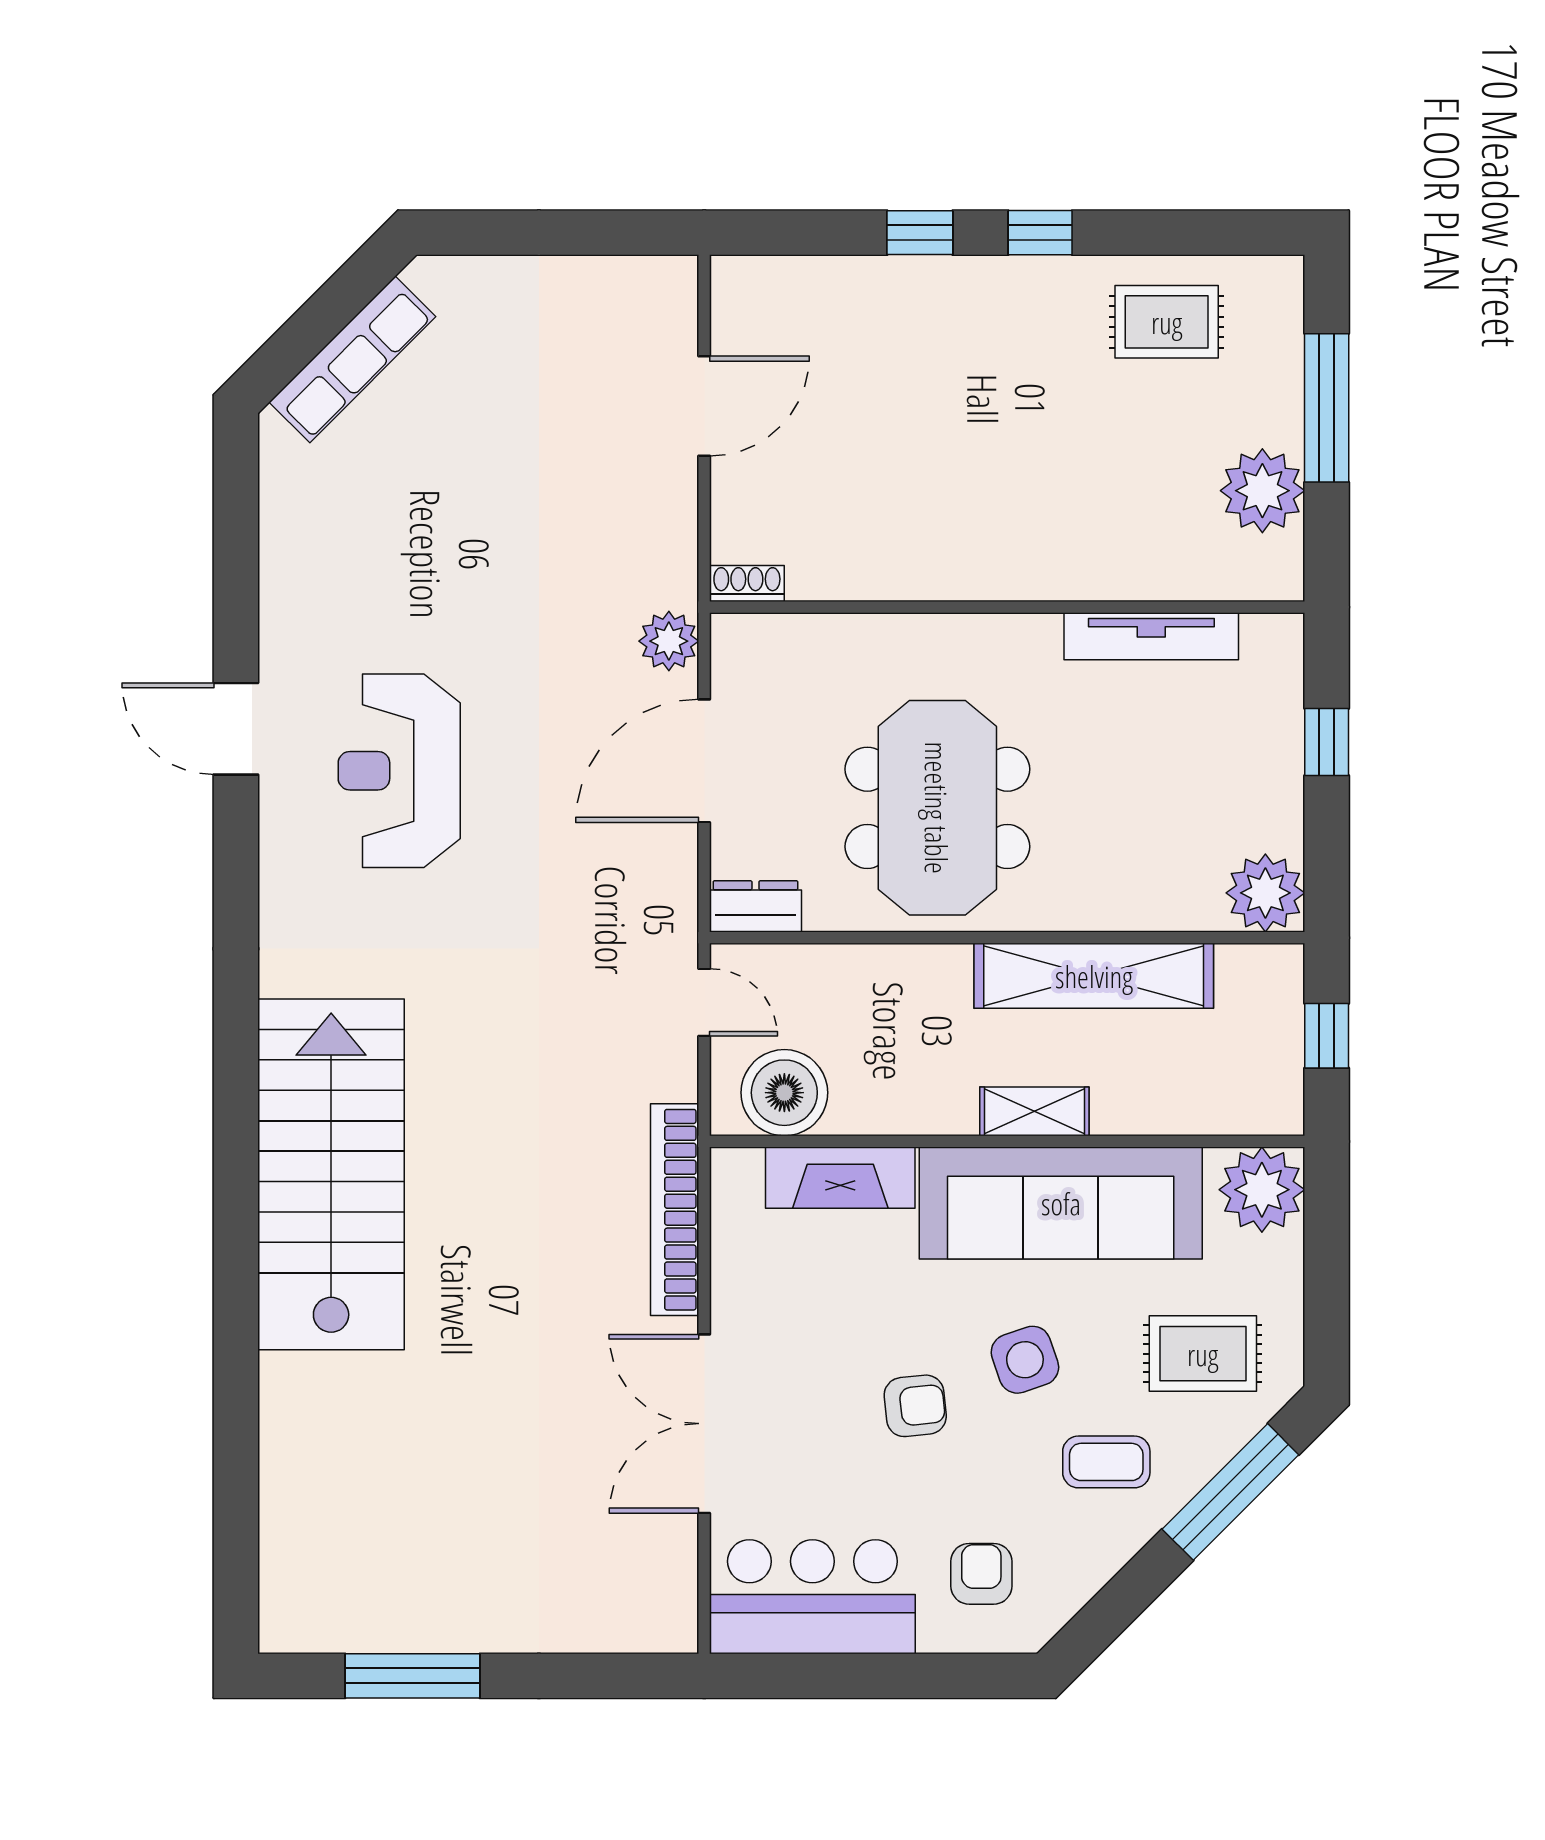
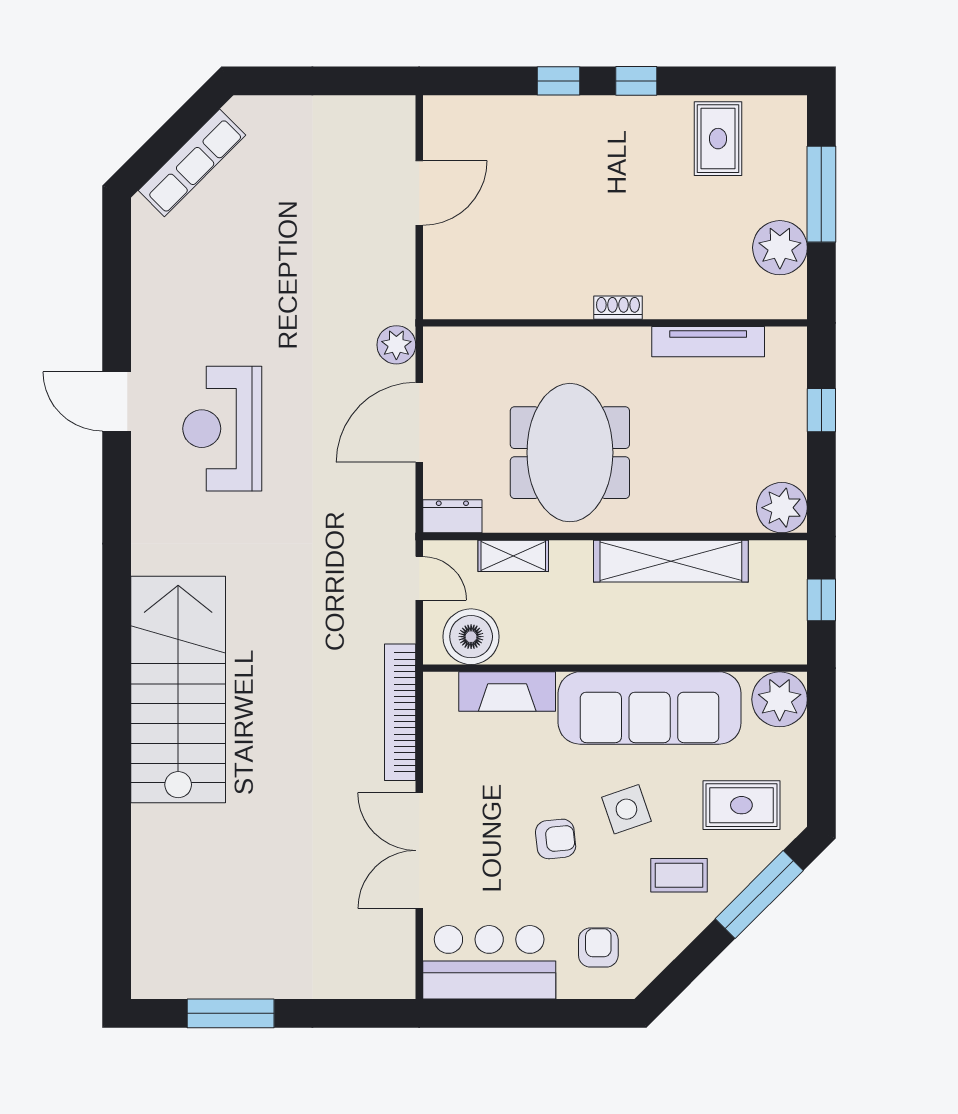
rug: (1167, 322) -> (718, 139), turned 90
shoe rack: (747, 584) -> (618, 308), moved
shelving: (1034, 1111) -> (513, 556), moved

